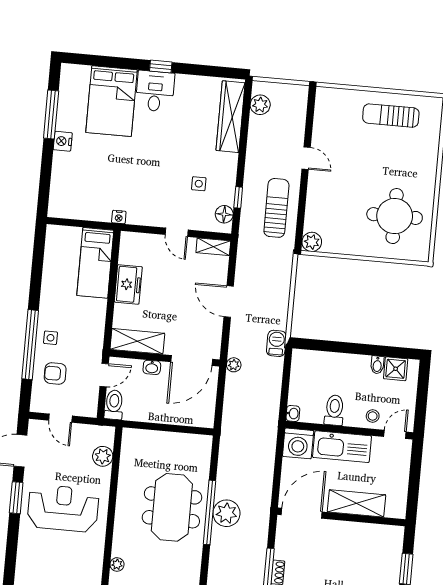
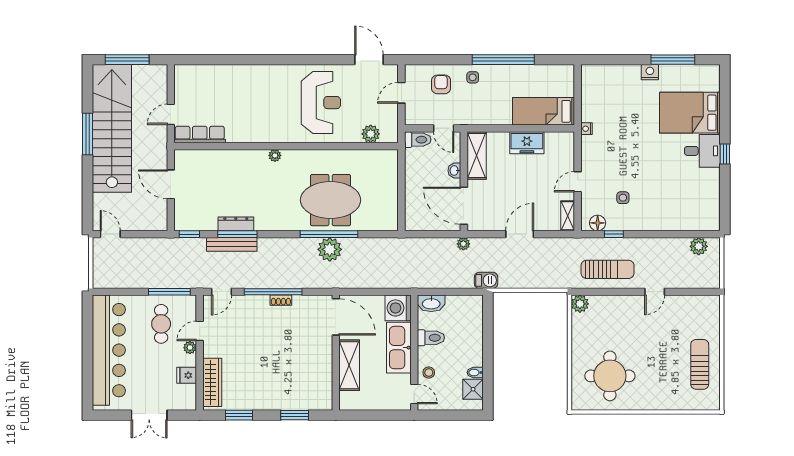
wardrobe: (231, 117) -> (686, 221), removed
window: (30, 345) -> (503, 60), moved
washbasin: (293, 413) -> (431, 303), width x1.91, depth x1.45
window: (16, 498) -> (326, 60), removed

